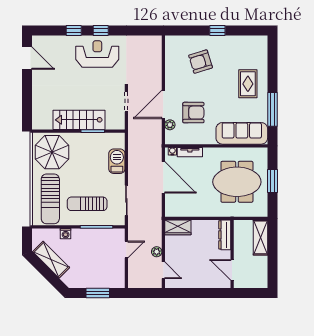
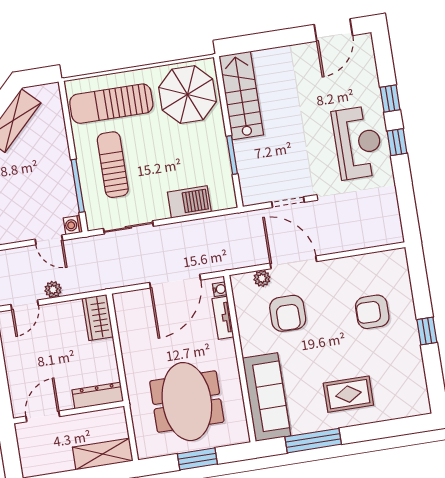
armchair: (201, 62) -> (372, 312), turned -73
stairs: (79, 120) -> (241, 96), moved
washing machine: (66, 234) -> (73, 225), moved

